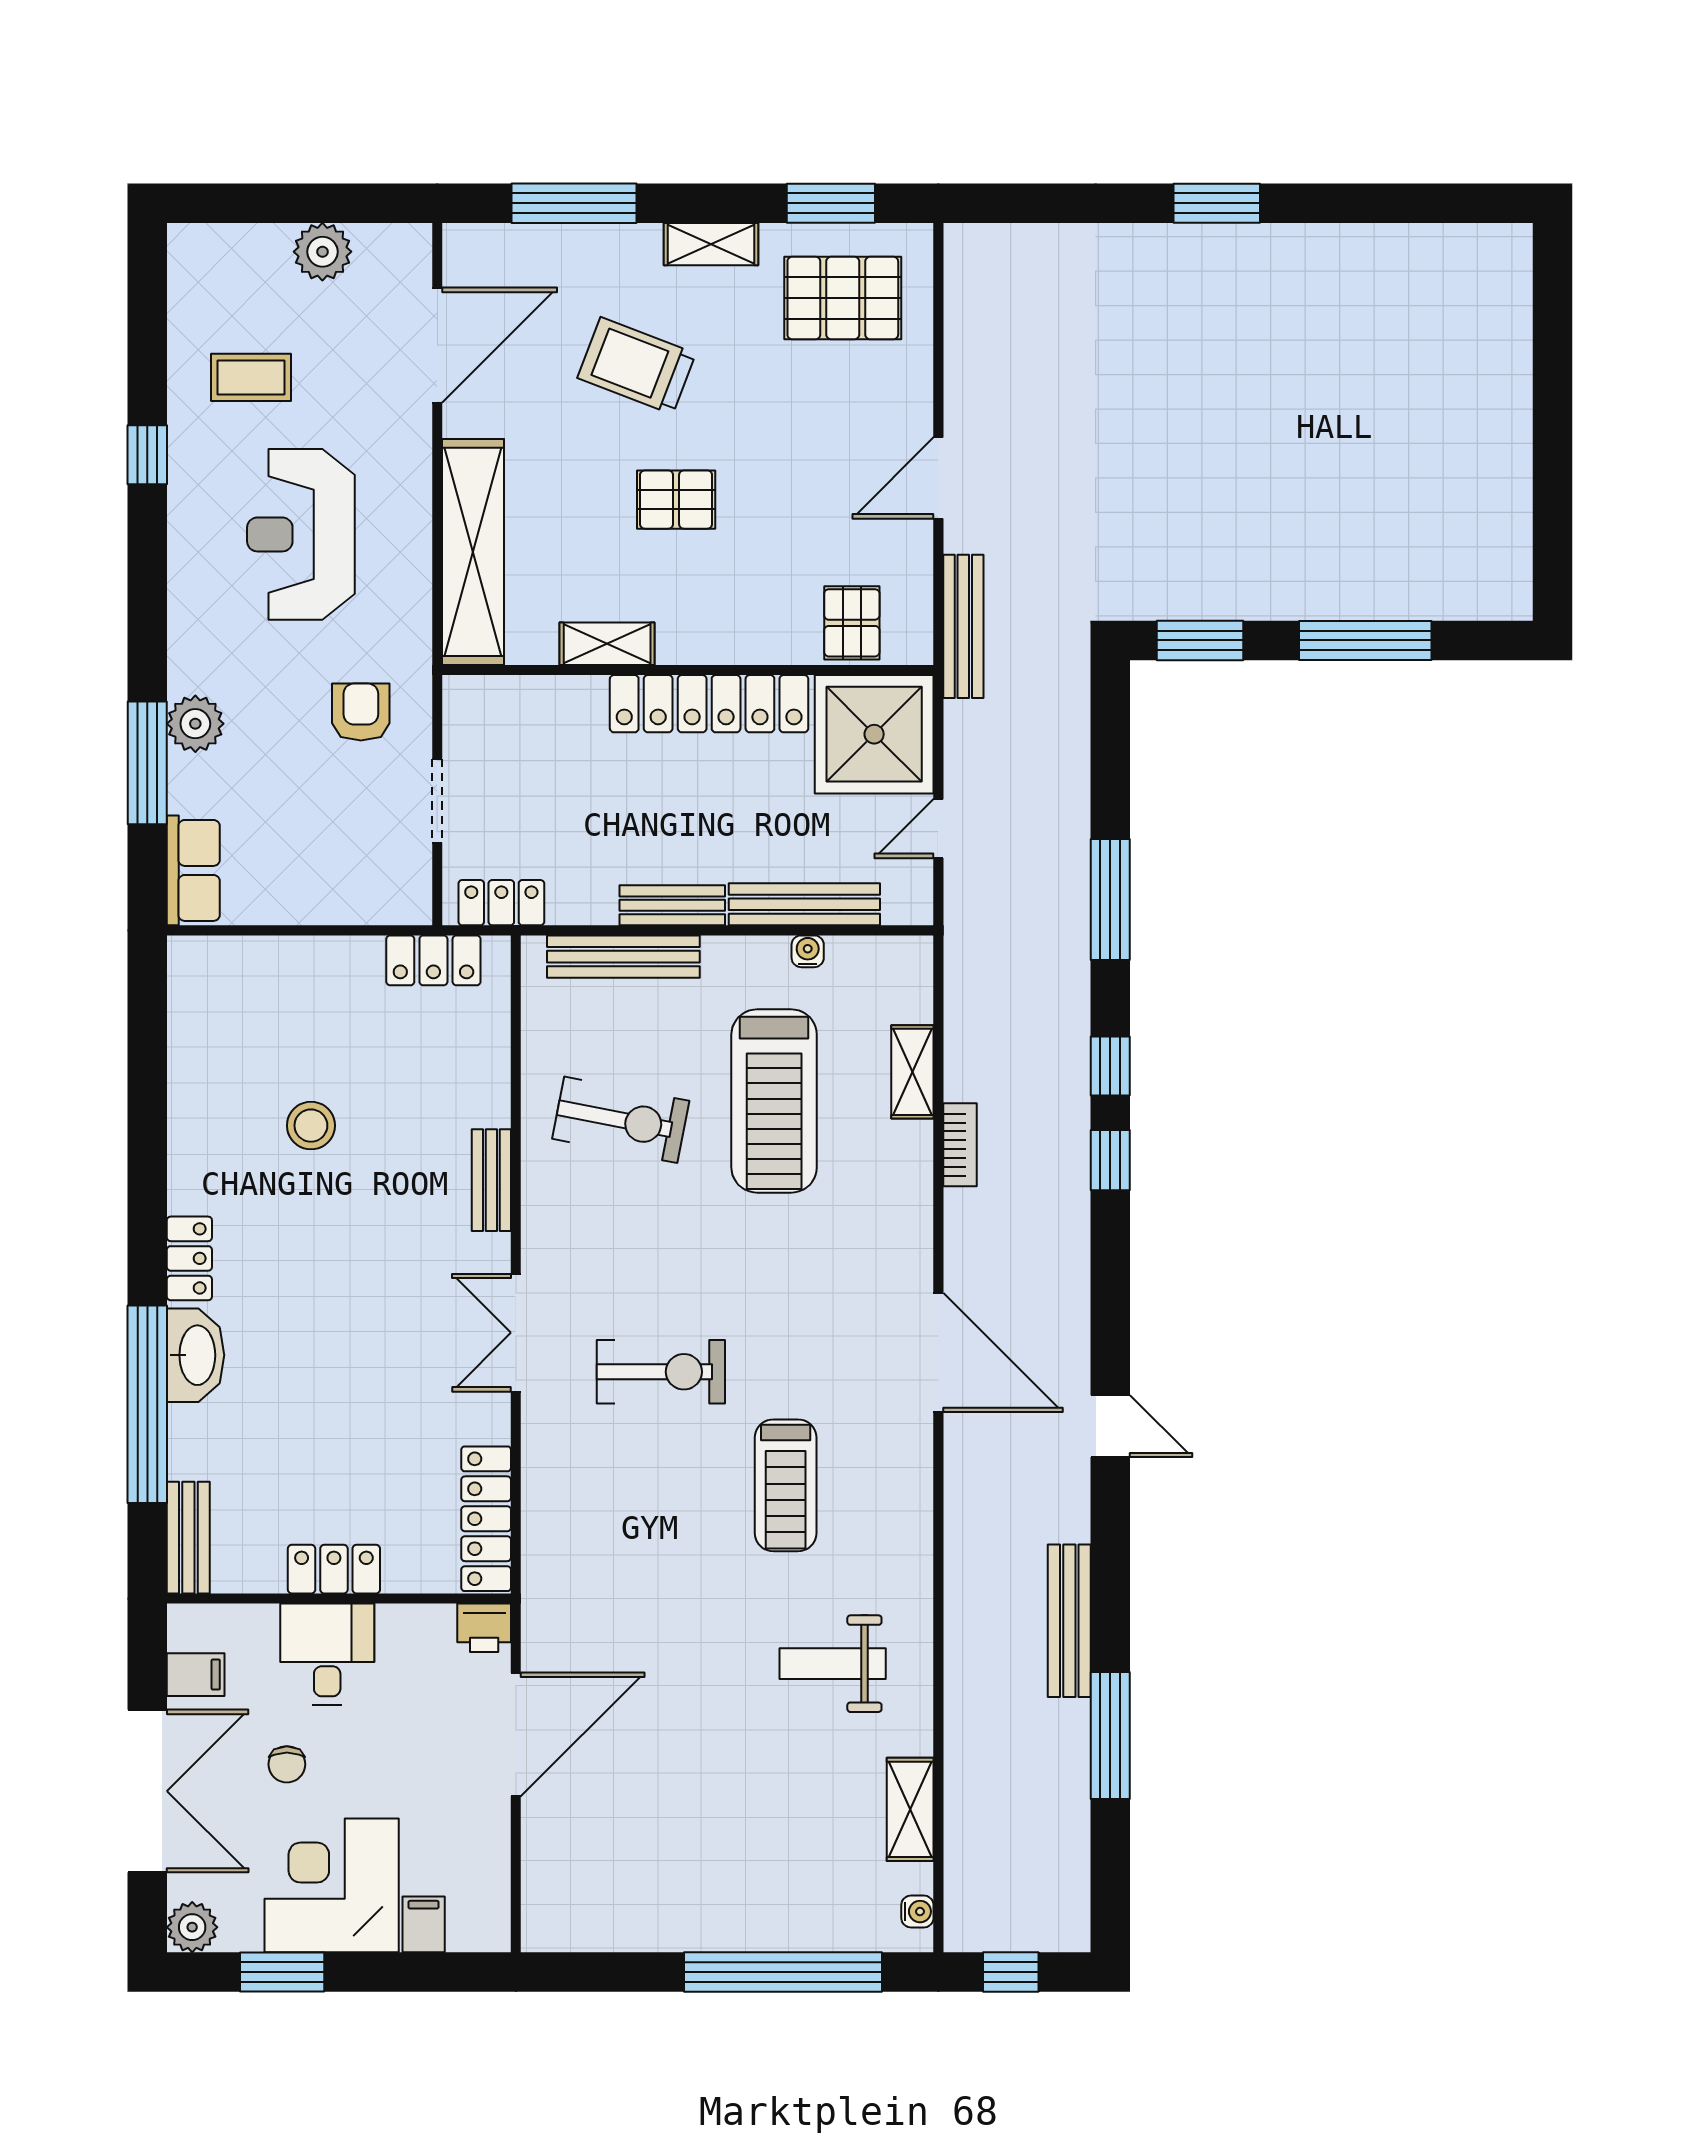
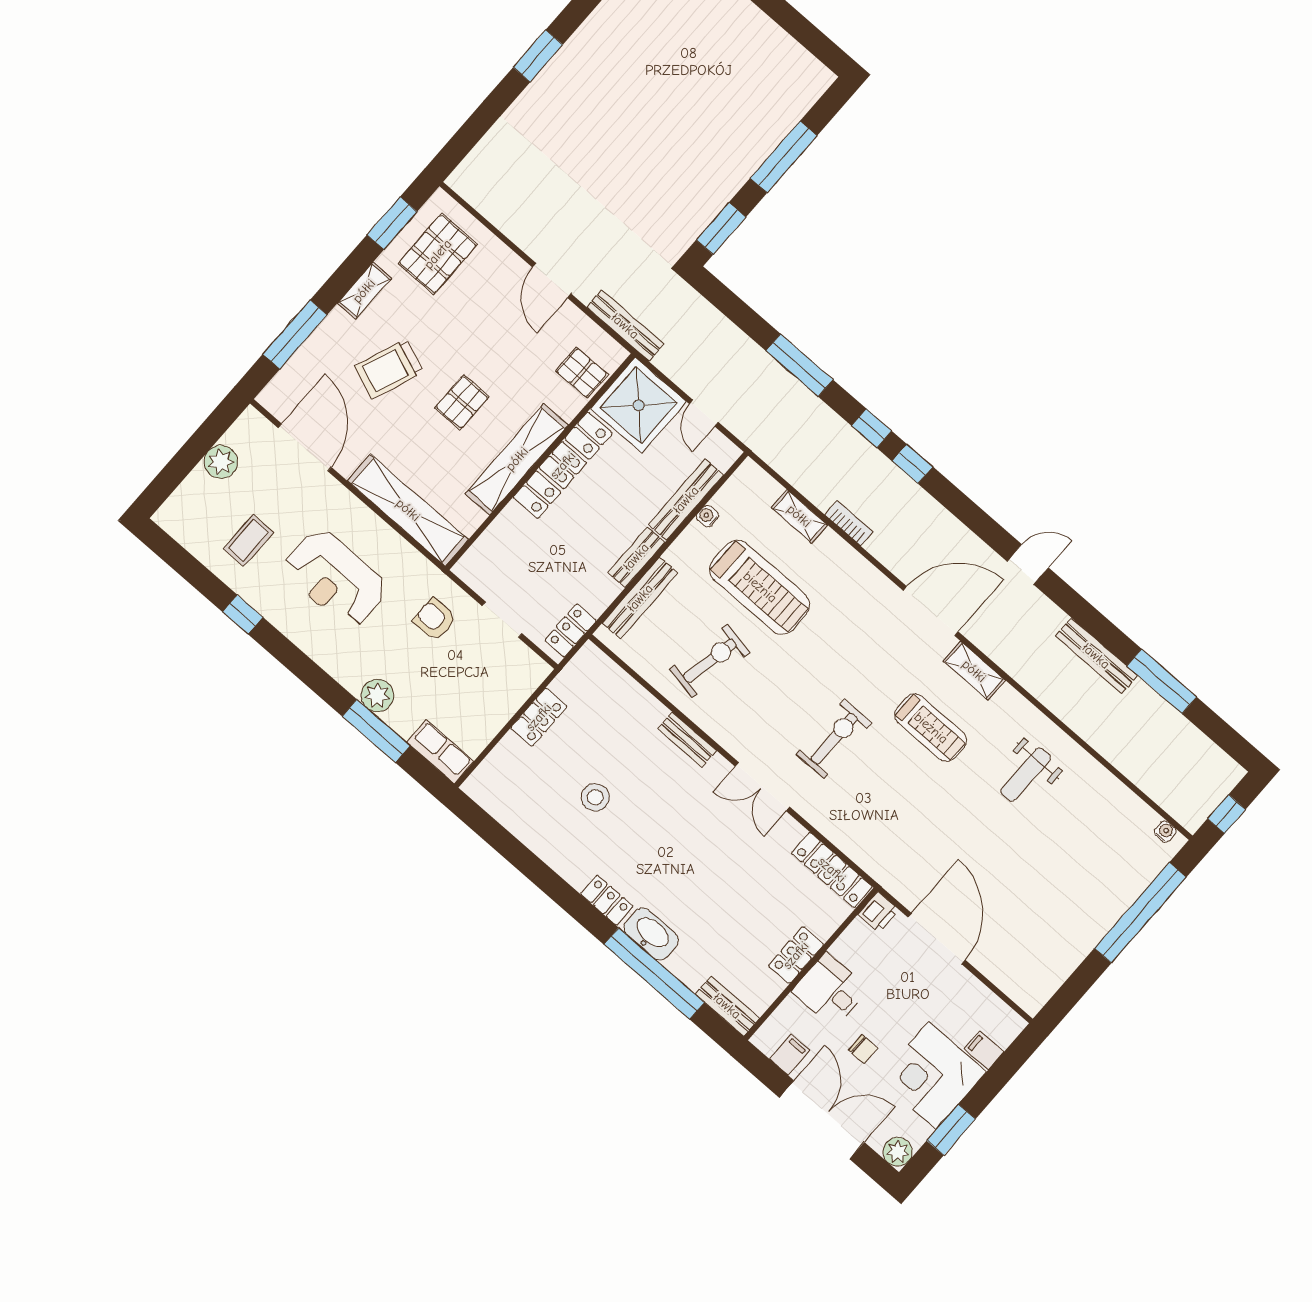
shelving: (607, 644) -> (517, 459), width x2.20, depth x1.33
locker: (433, 960) -> (539, 717), moved
shelving: (910, 1809) -> (974, 671), moved

